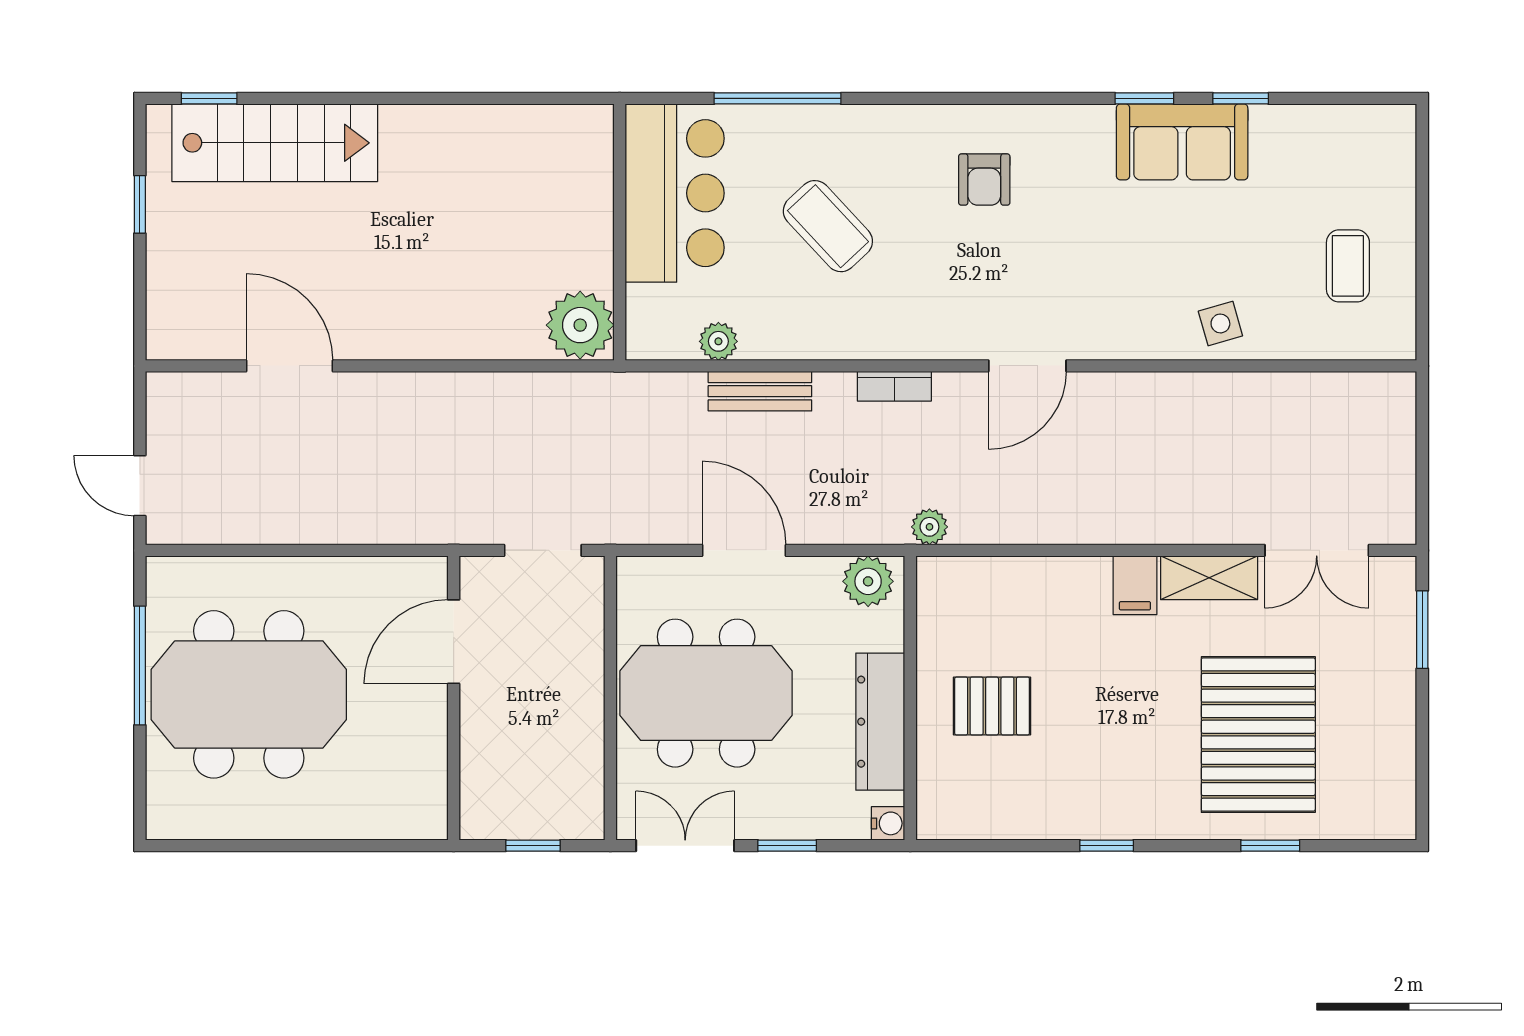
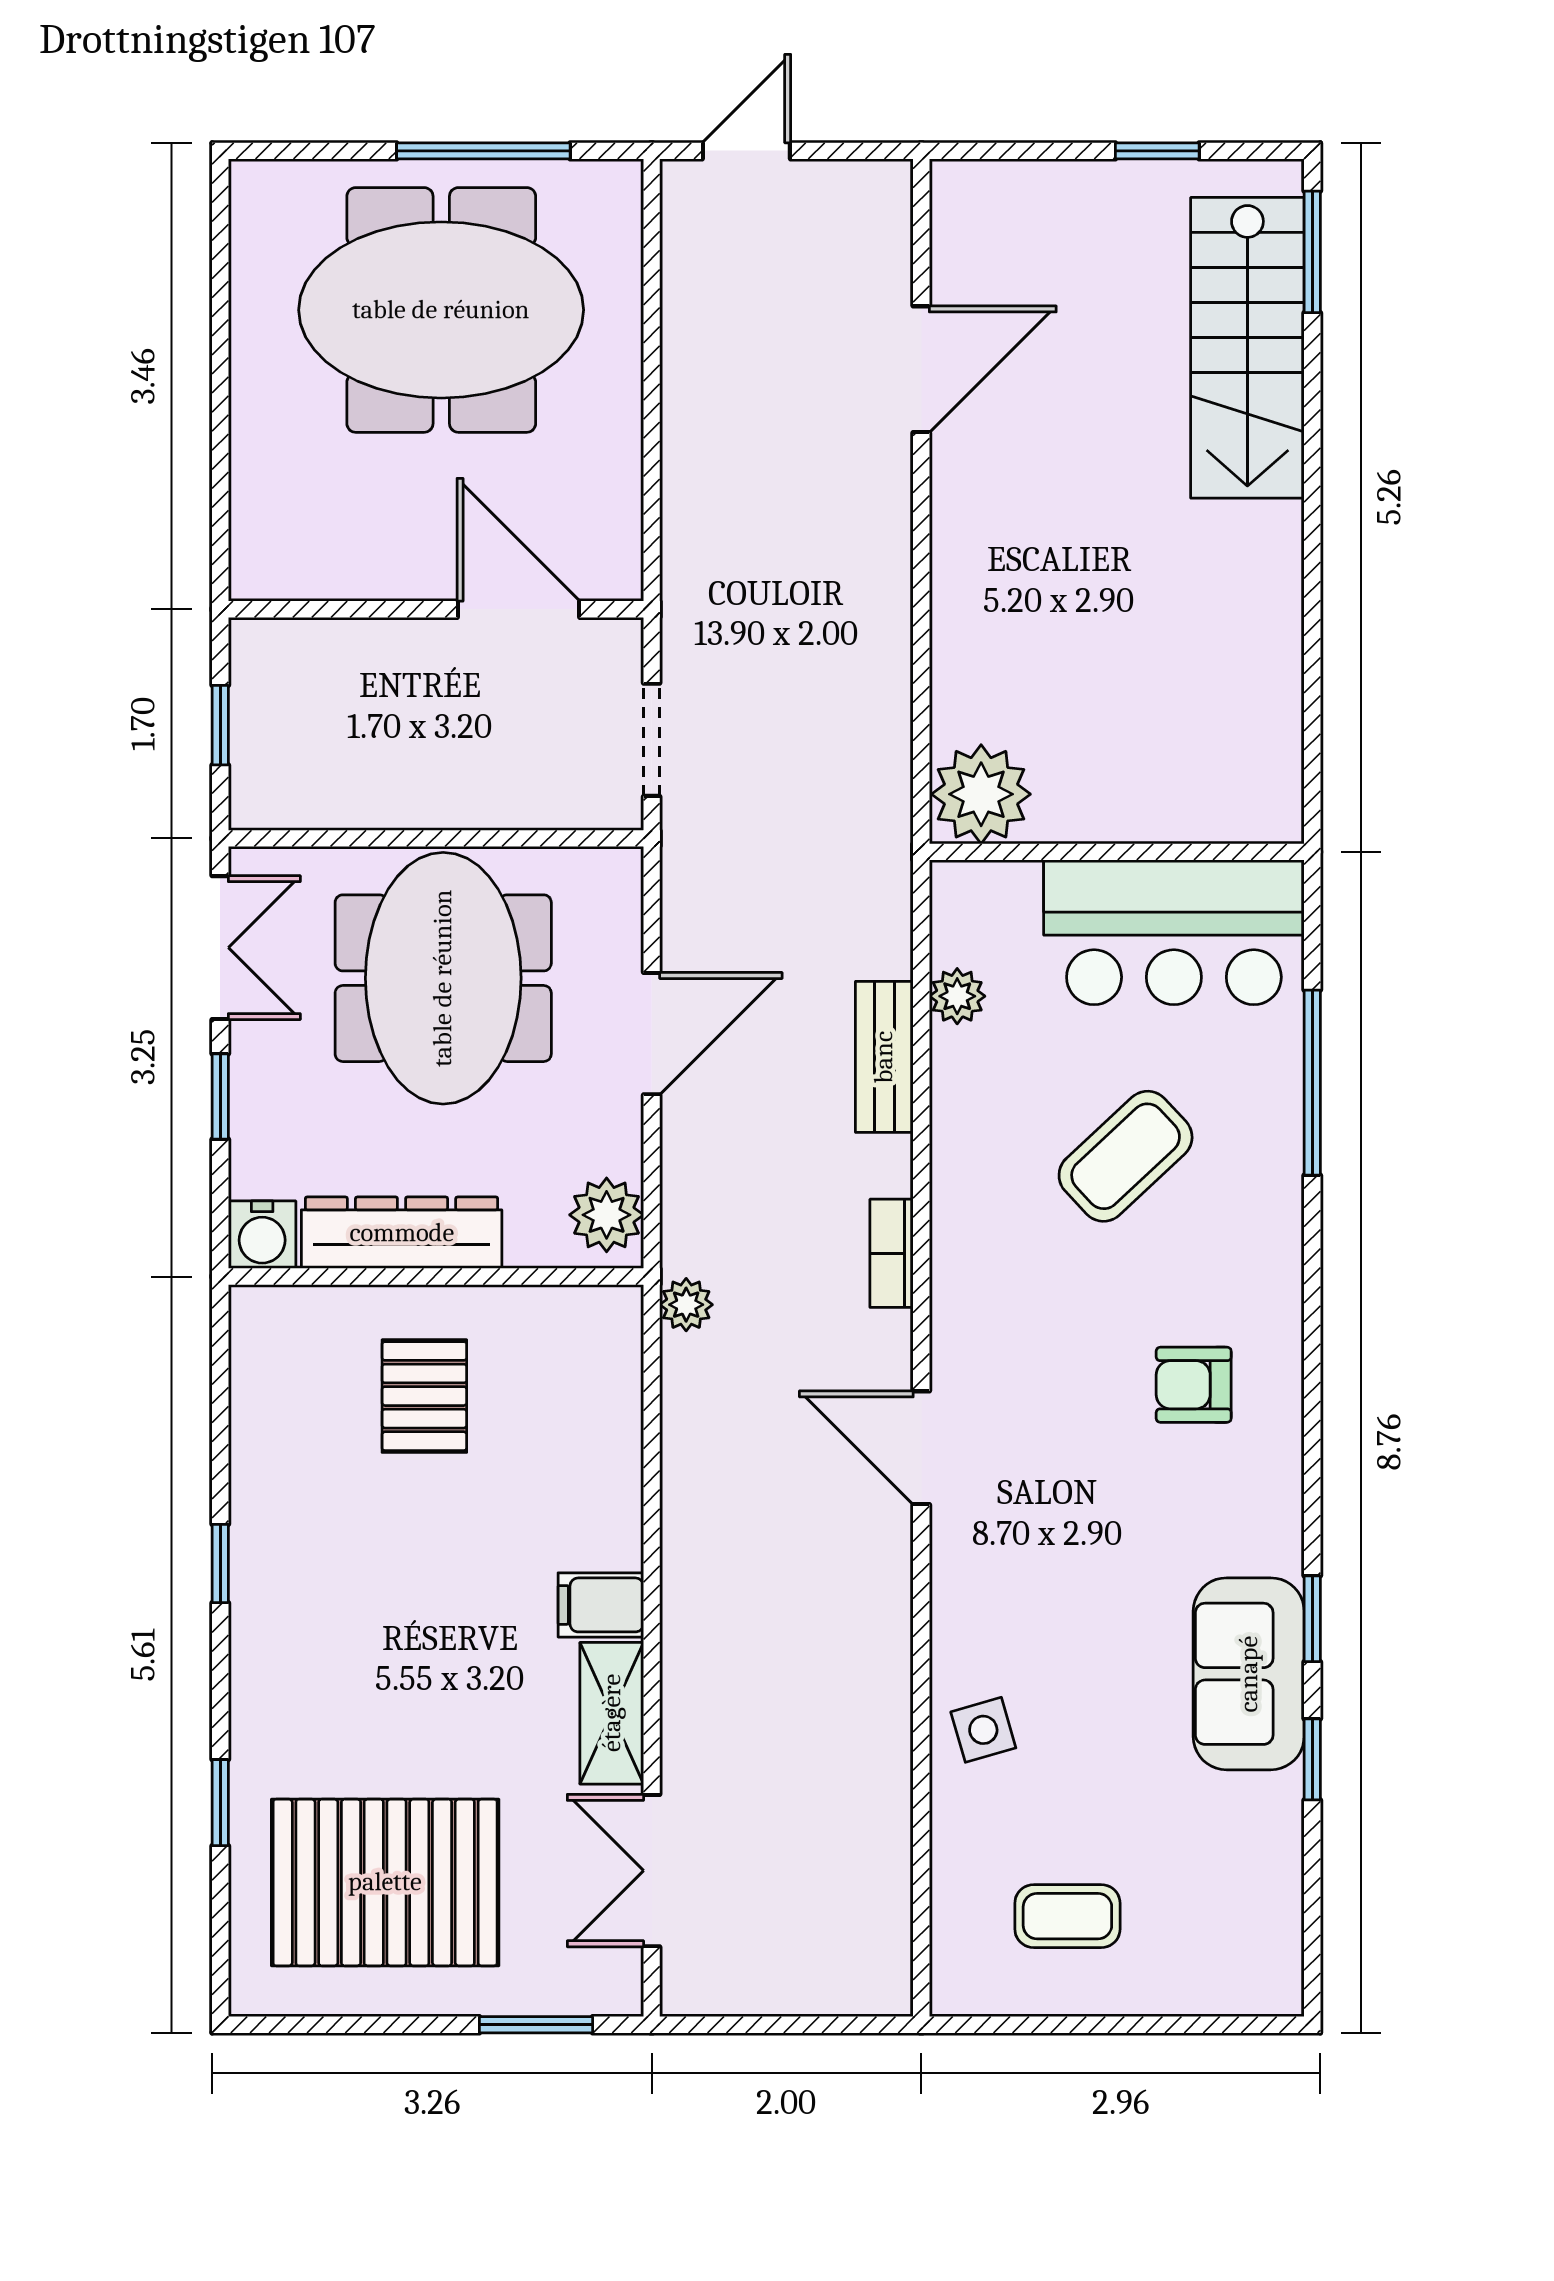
window: (209, 98) -> (1312, 252), width x1.50
meeting table: (249, 694) -> (441, 310), turned 90
pallet: (1258, 735) -> (385, 1882), moved
water cooler: (888, 823) -> (262, 1235), width x1.38, depth x1.38

